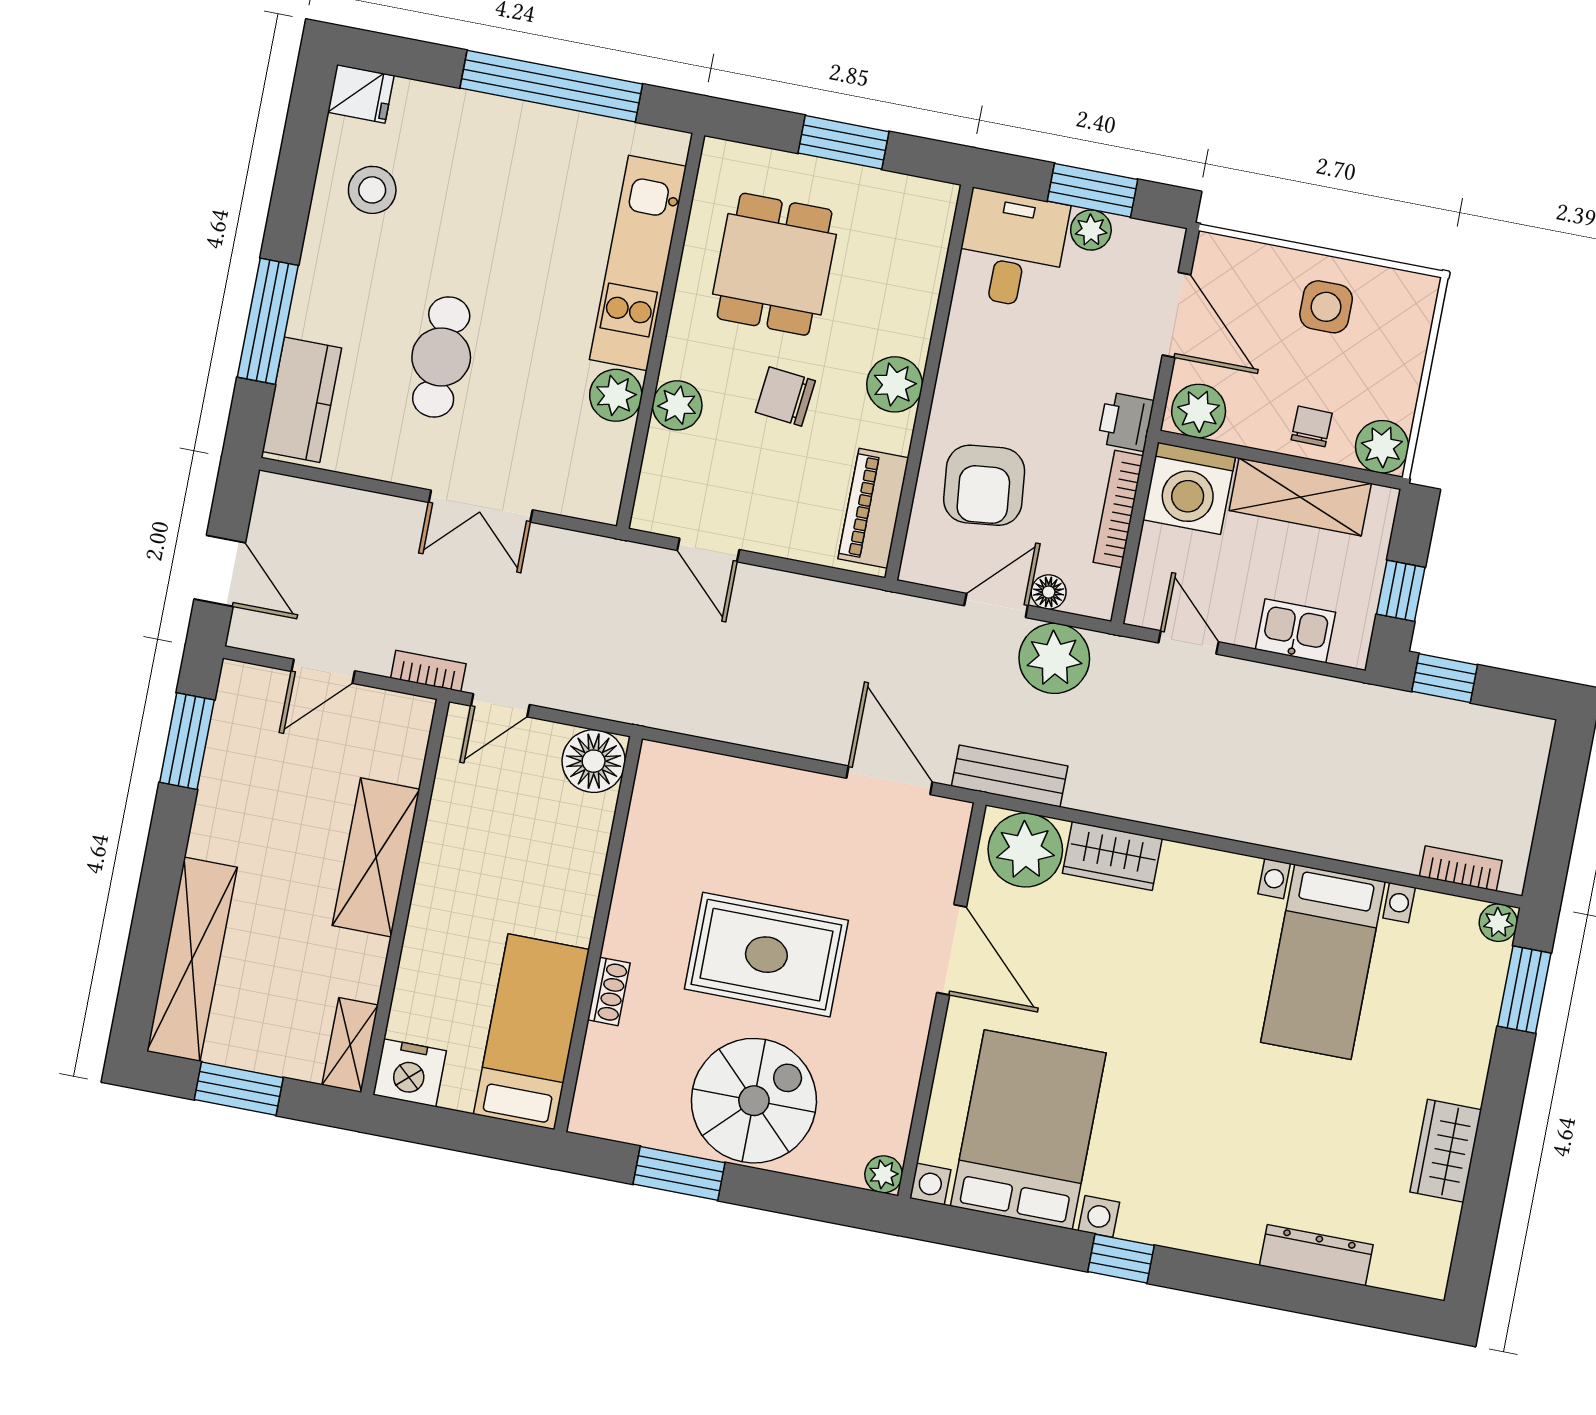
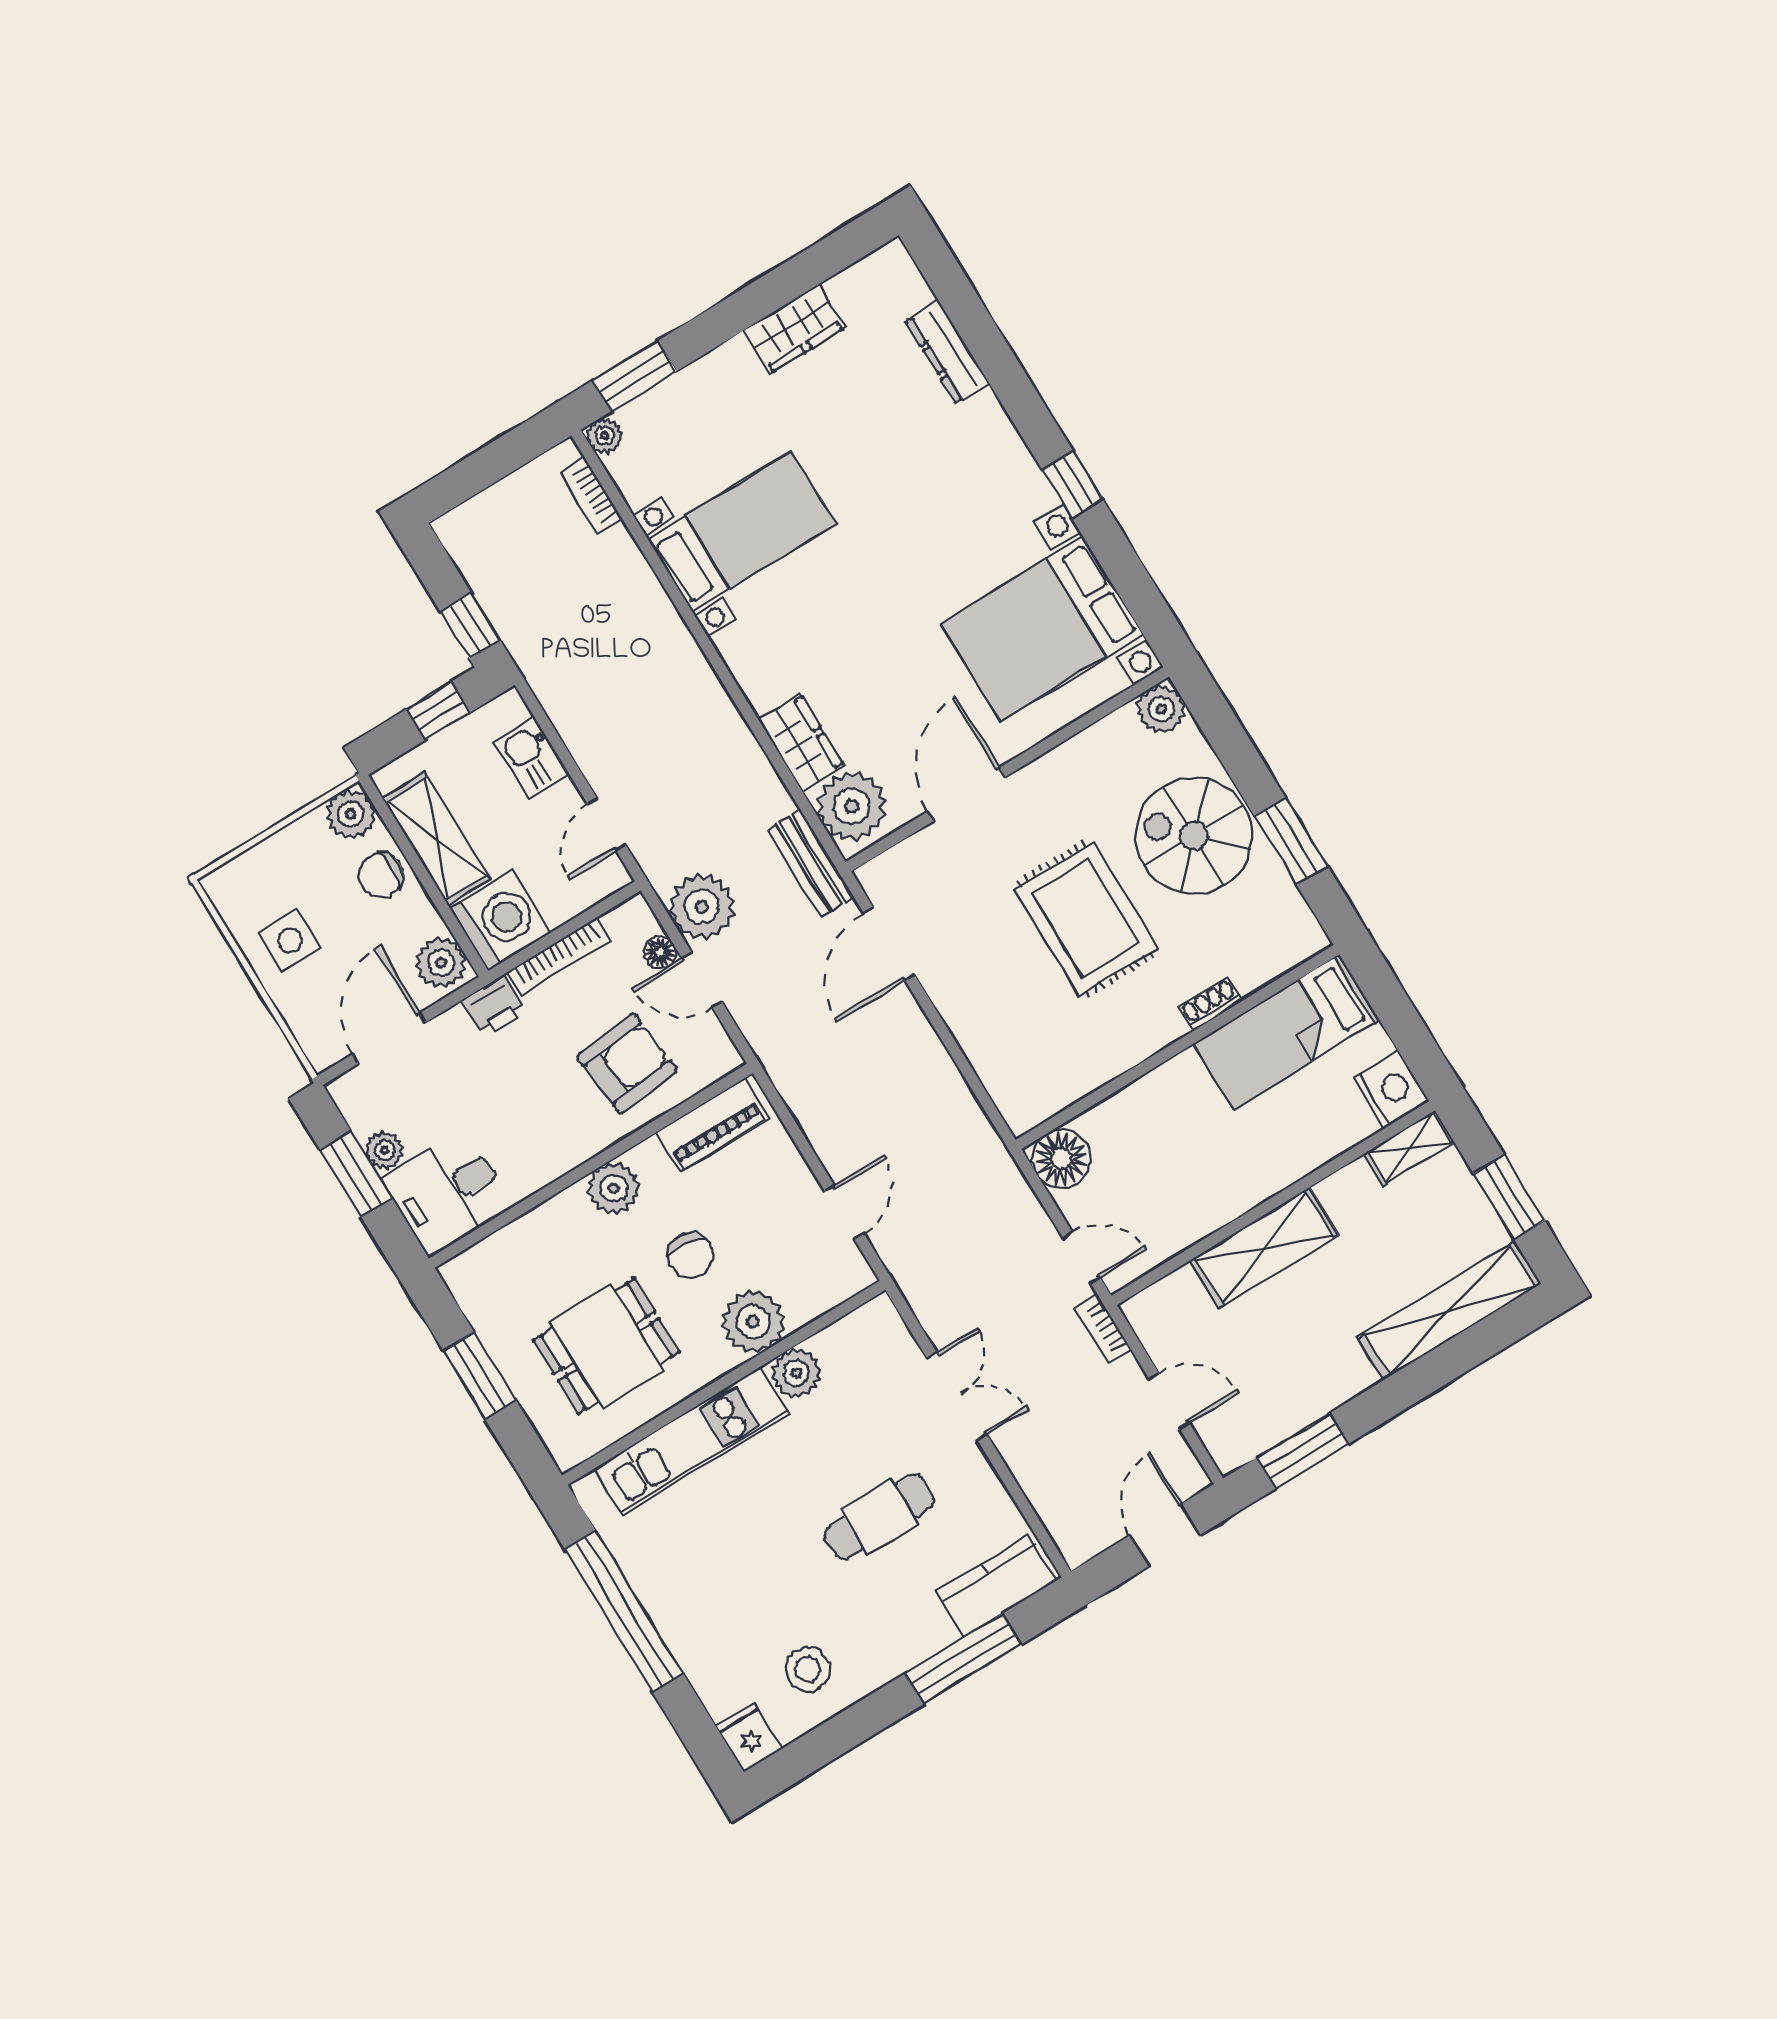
plant: (677, 405) -> (753, 1322), width x1.36, depth x1.36
chair: (1312, 426) -> (381, 875), width x1.37, depth x1.37
plant: (884, 1174) -> (1161, 709), width x1.38, depth x1.38

